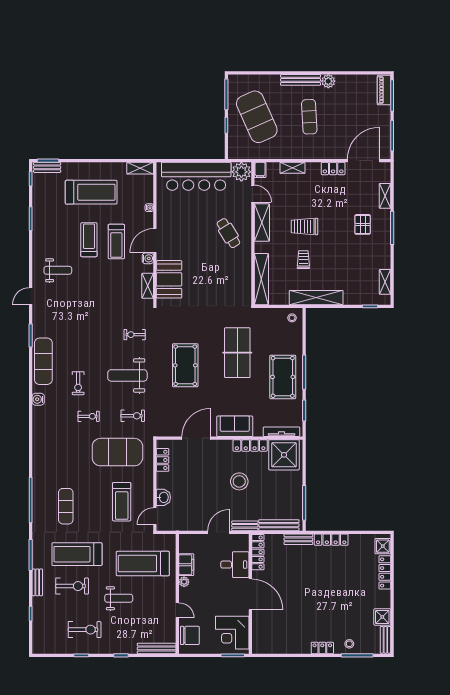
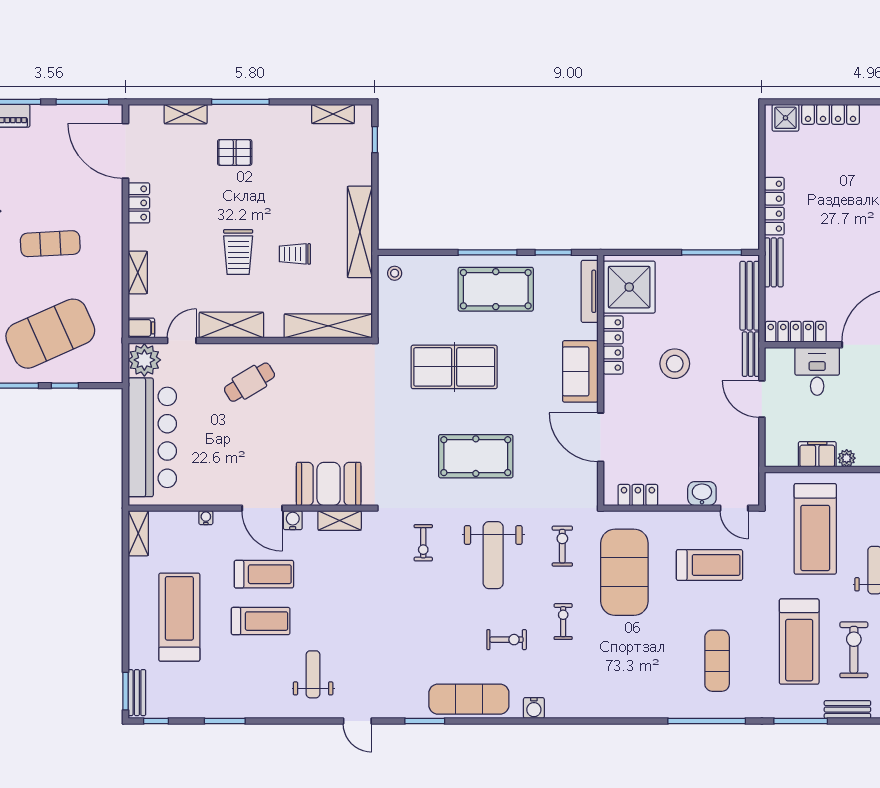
treadmill: (89, 240) -> (261, 621), turned 180
exercise mat: (66, 506) -> (717, 661), turned 90

